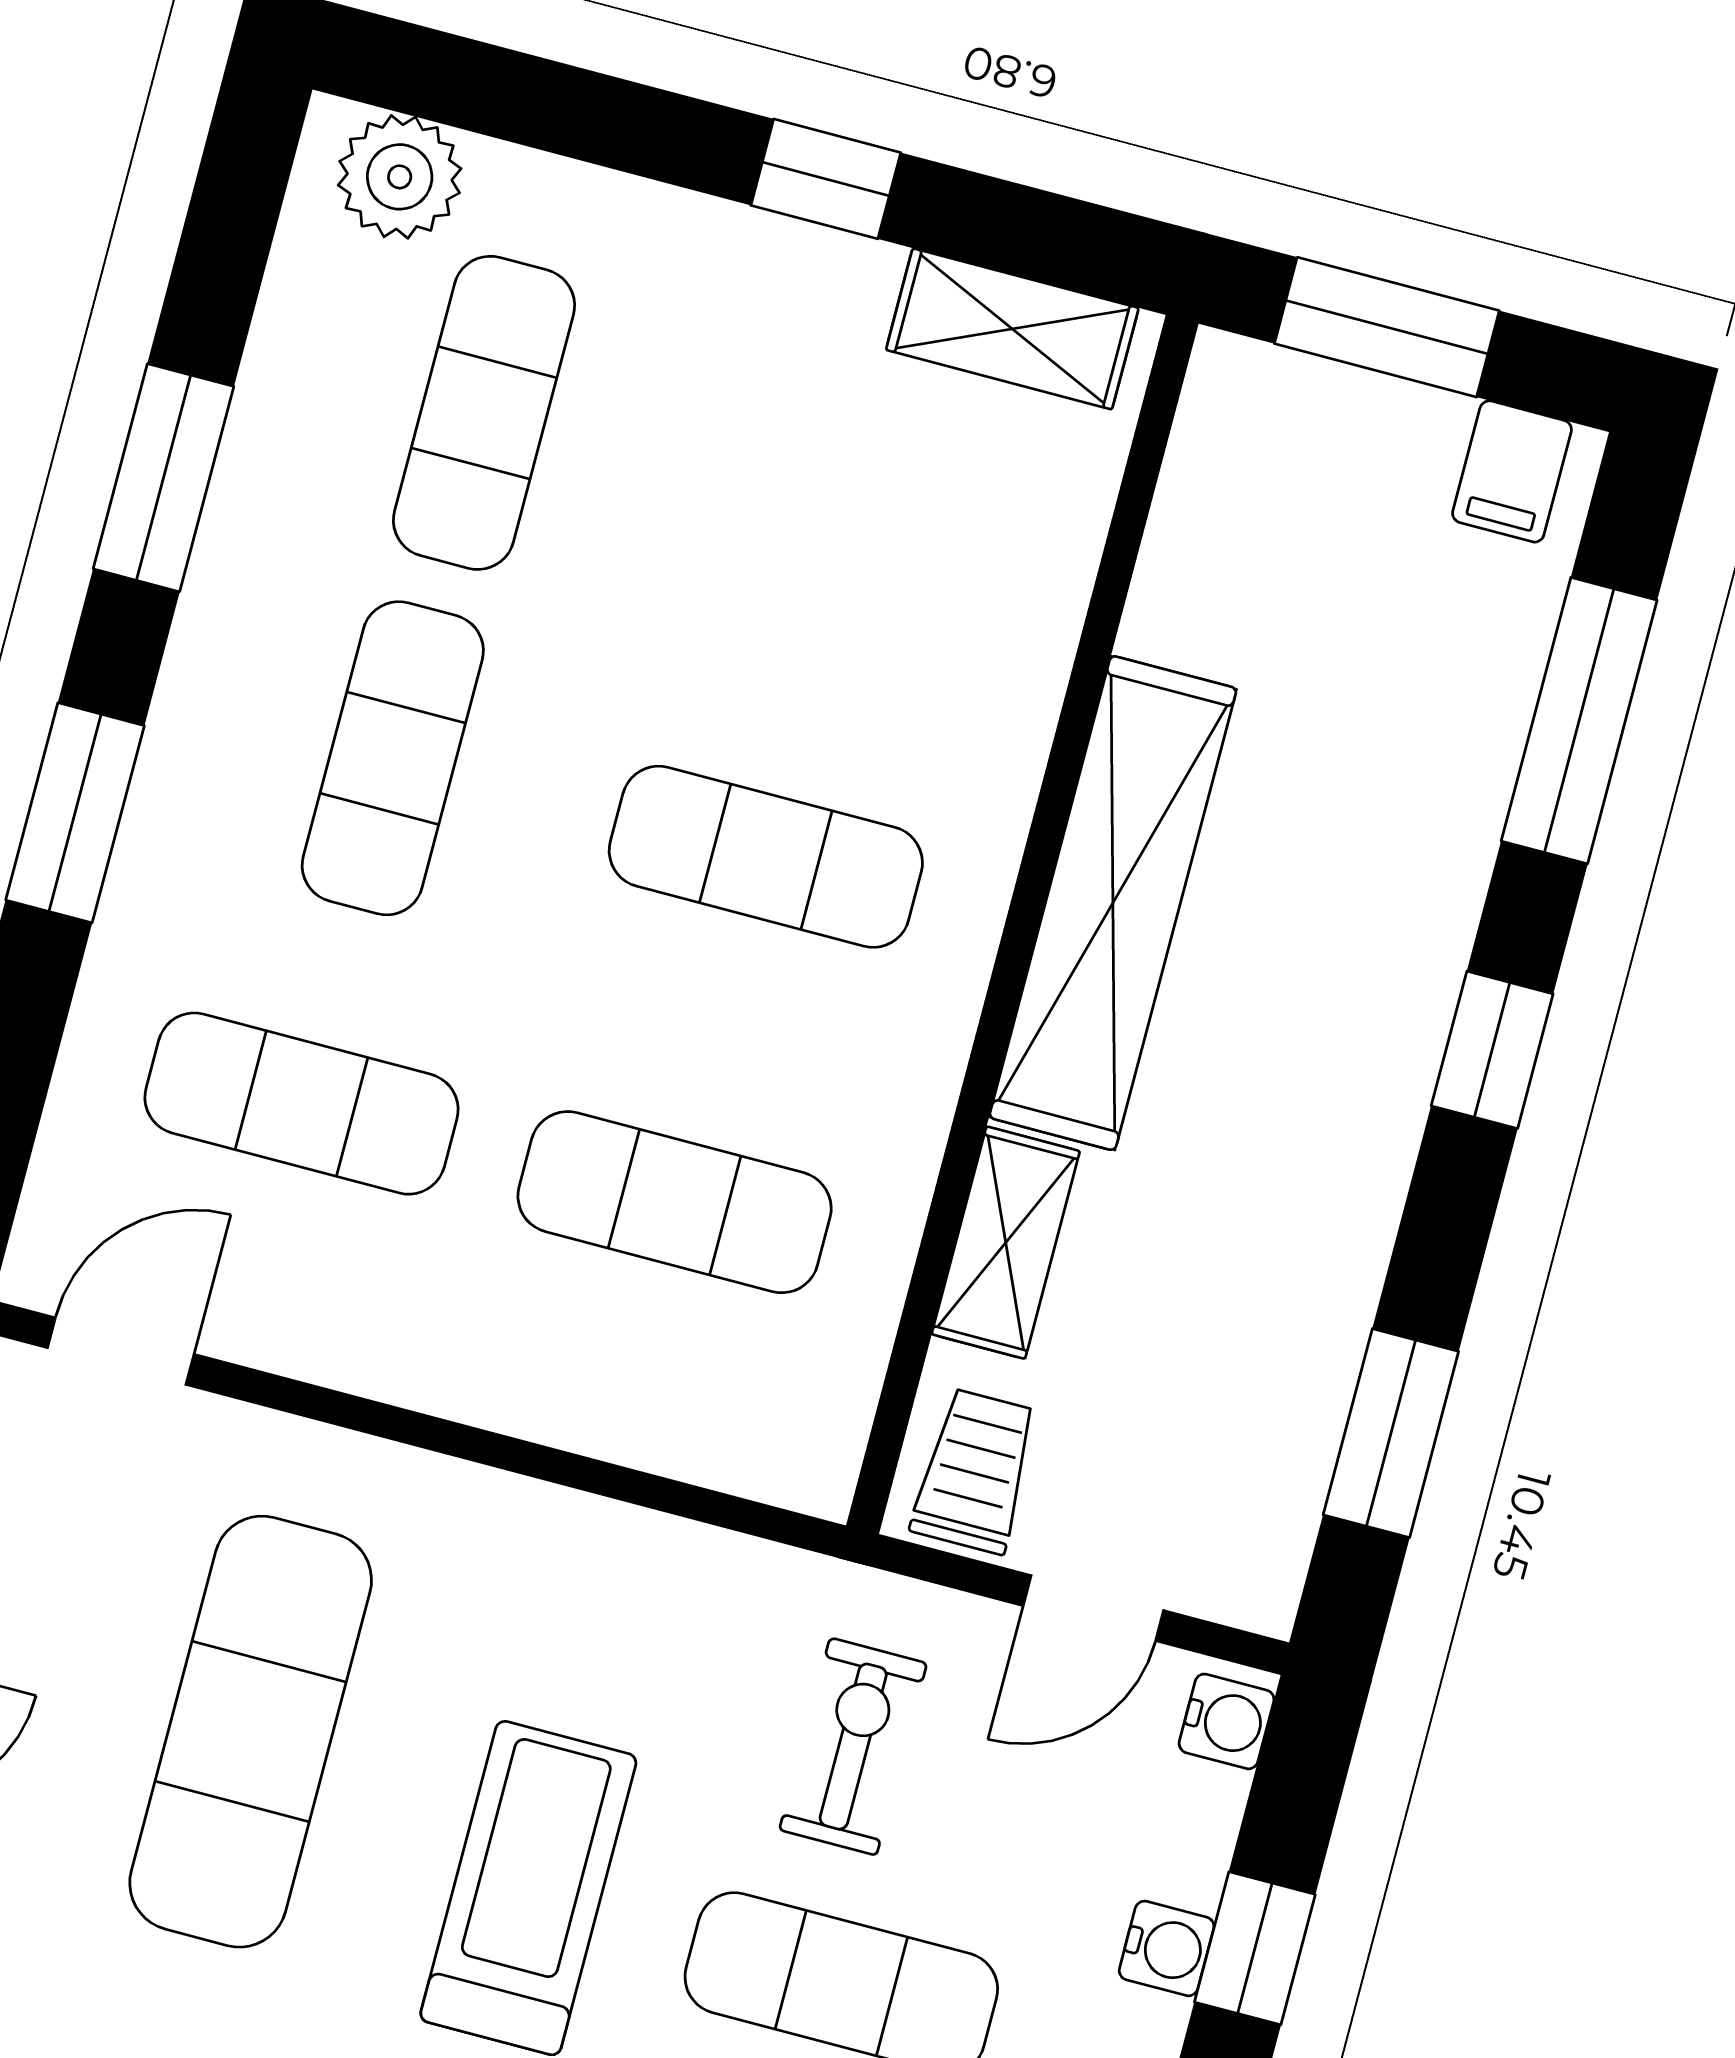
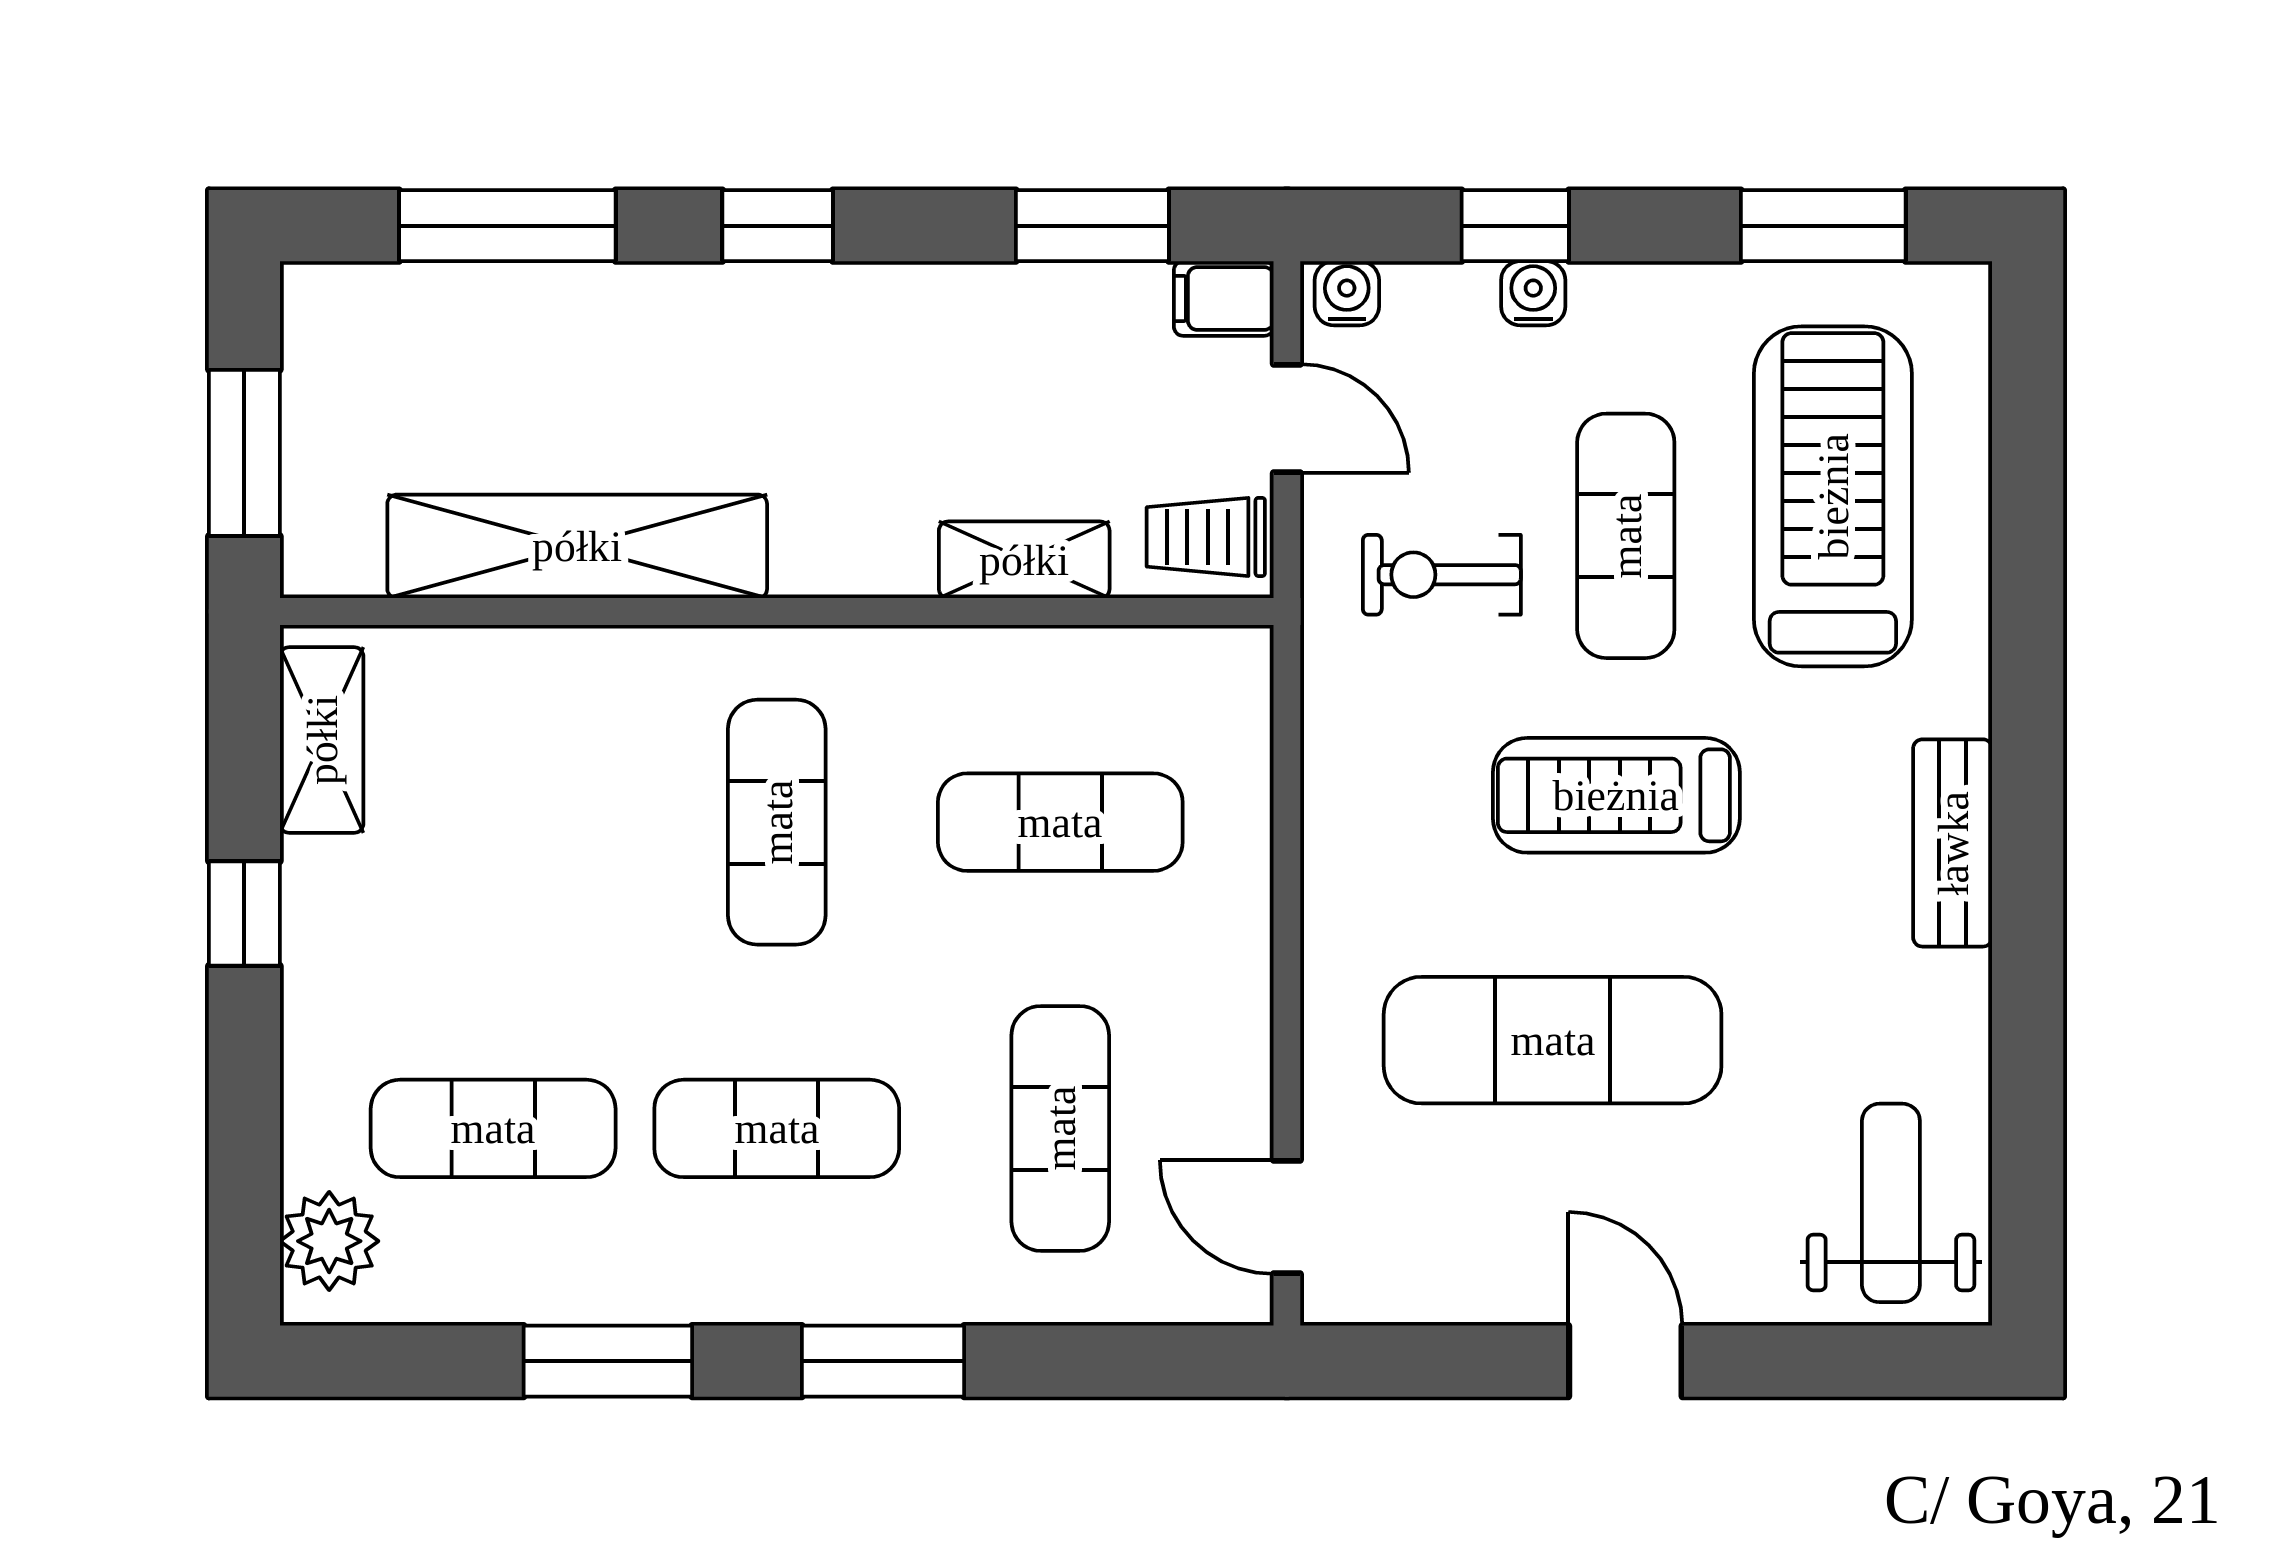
filing cabinet: (1512, 471) -> (1224, 298), moved, turned 180
shelving: (1113, 903) -> (577, 546), moved
exercise mat: (675, 1202) -> (1060, 822), turned 90

